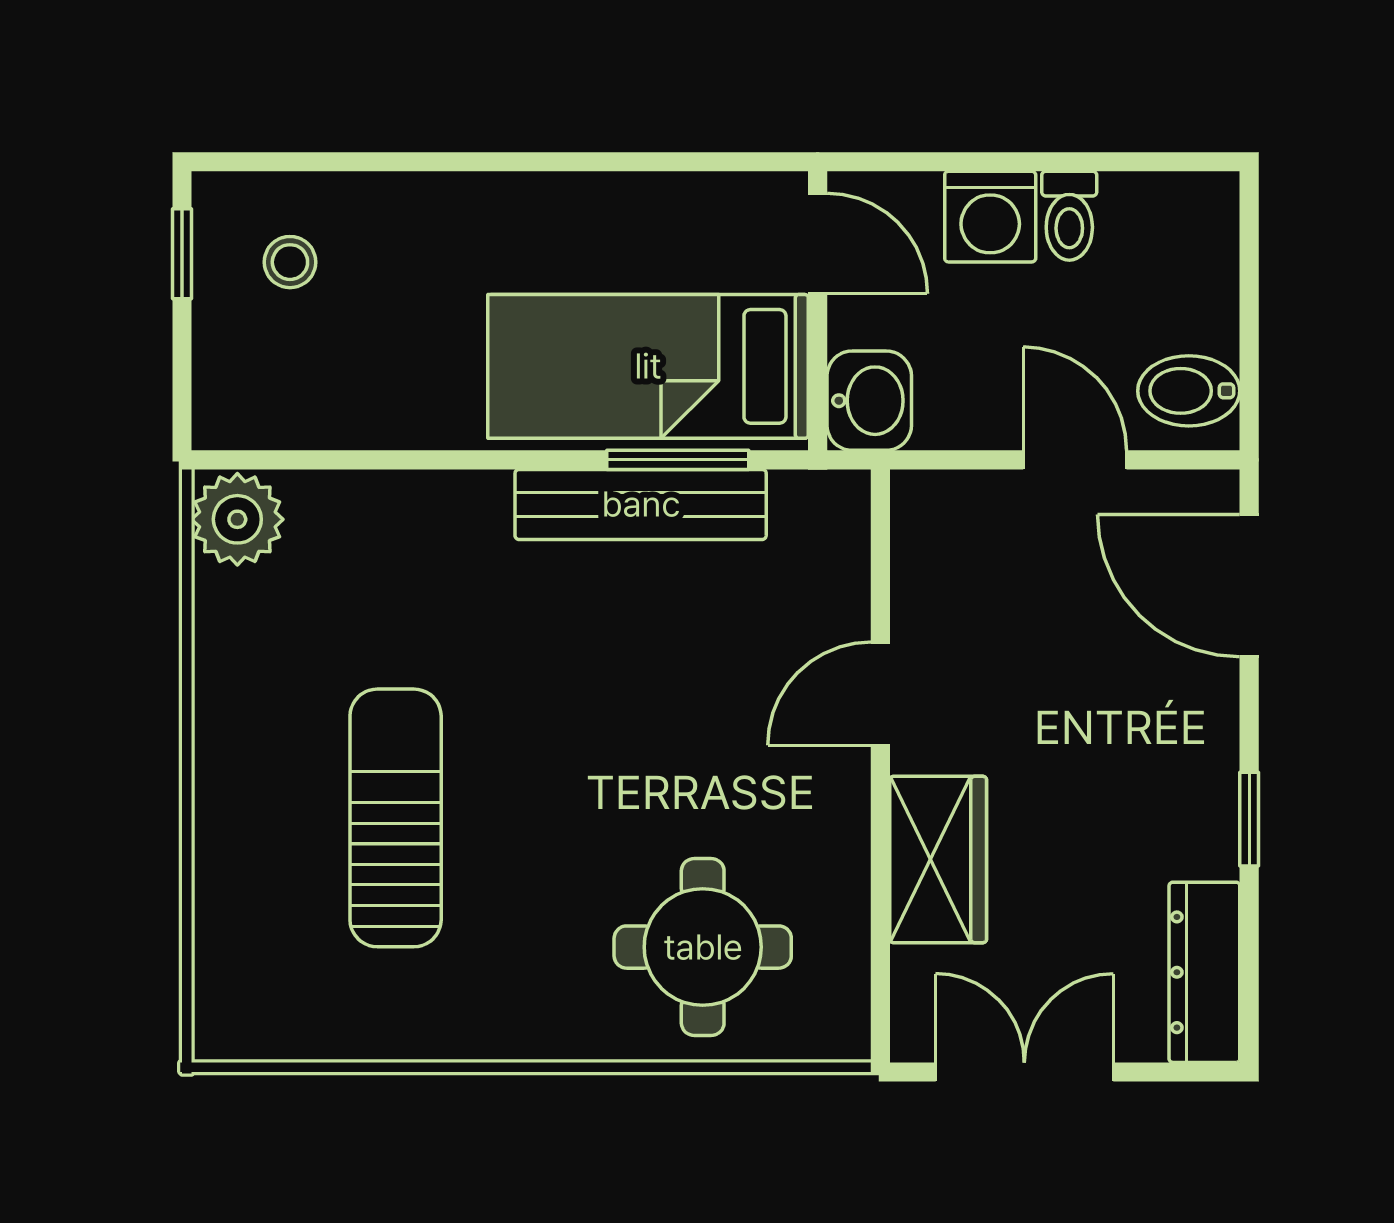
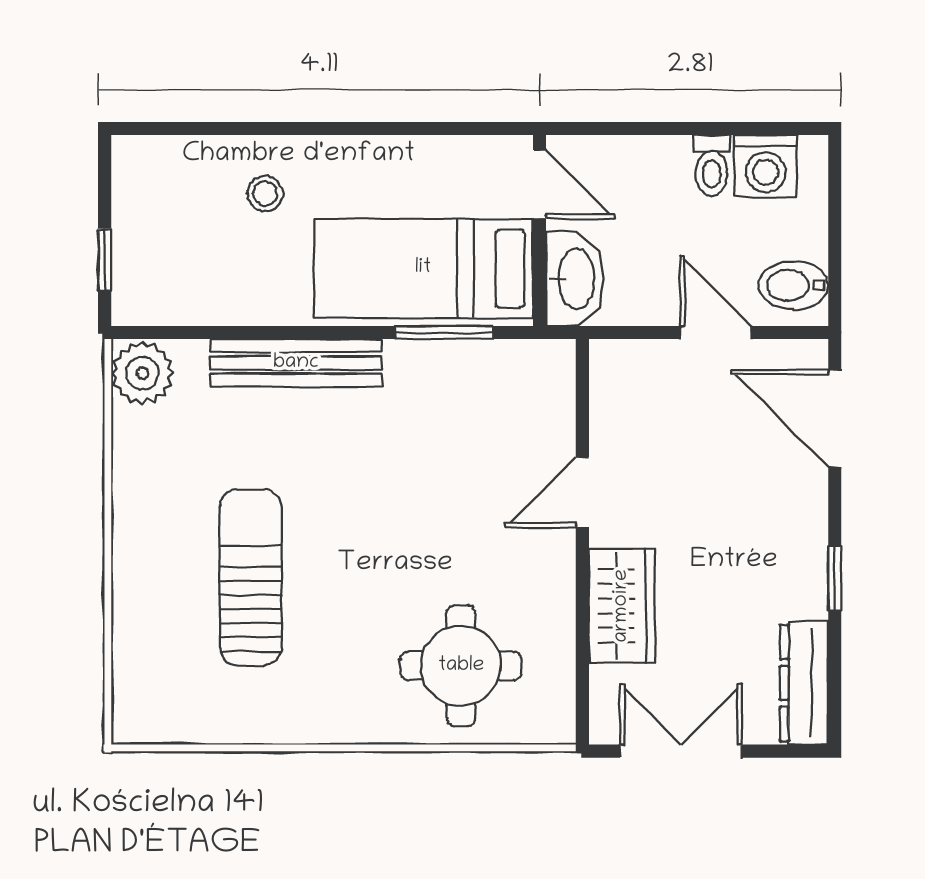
washing machine: (990, 217) -> (766, 166), moved
window: (182, 254) -> (105, 260), moved
stool: (290, 262) -> (265, 194), moved
washbasin: (869, 401) -> (575, 279), width x1.38
bench: (641, 504) -> (296, 363), moved

